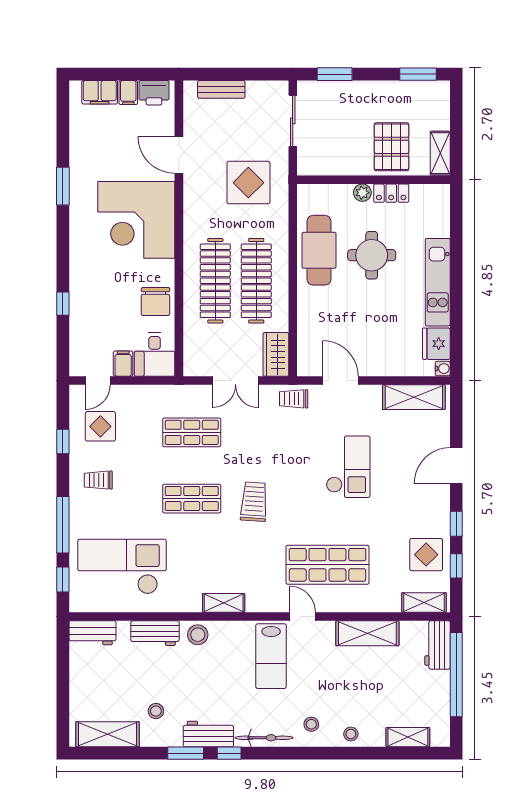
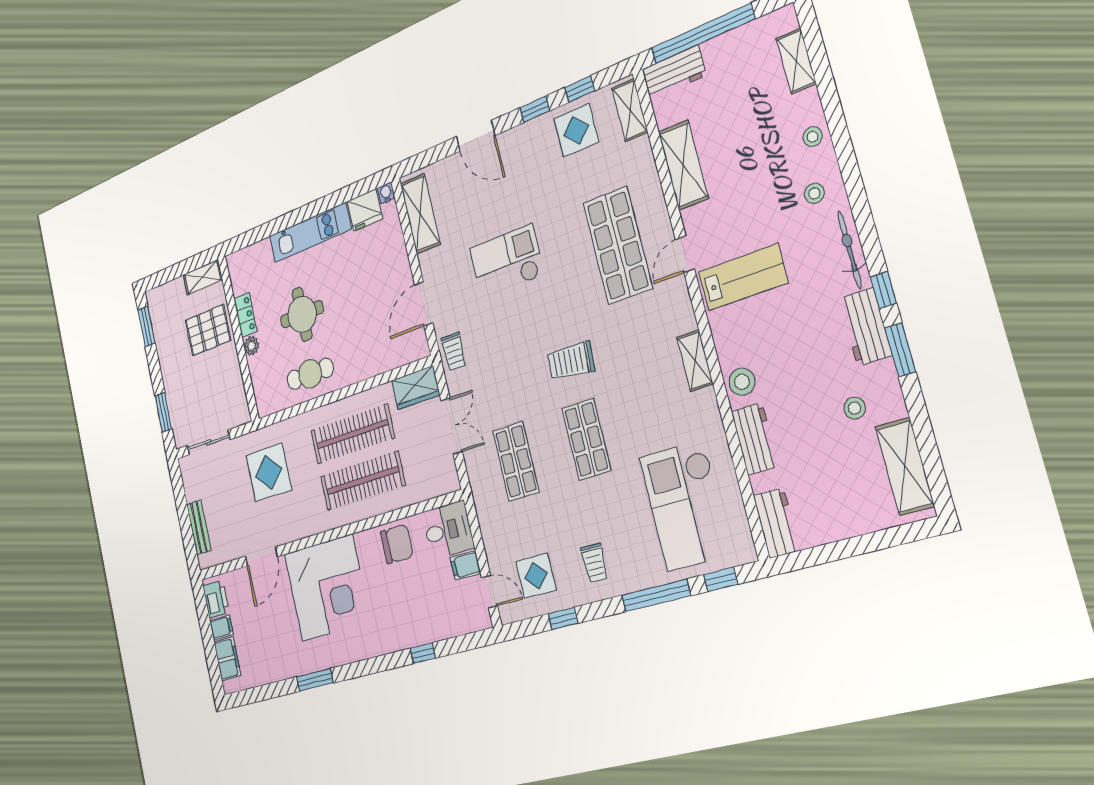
cafe table: (319, 250) -> (310, 374), width x0.73, depth x0.74

